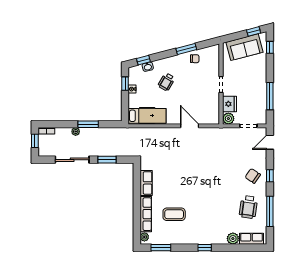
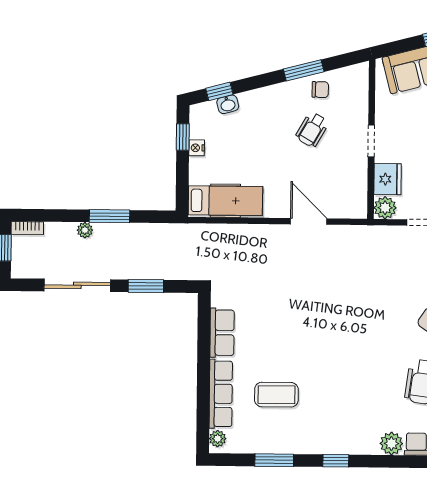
wheelchair: (166, 82) -> (312, 130), moved
window: (161, 248) -> (274, 460), moved

